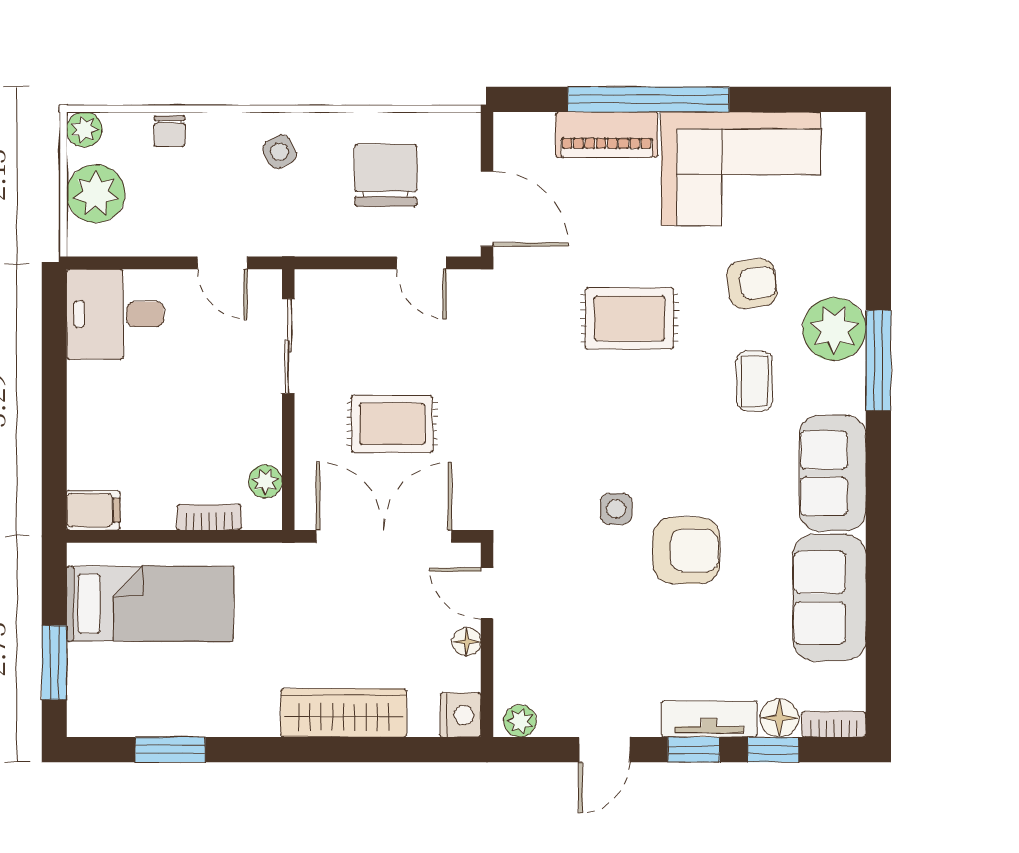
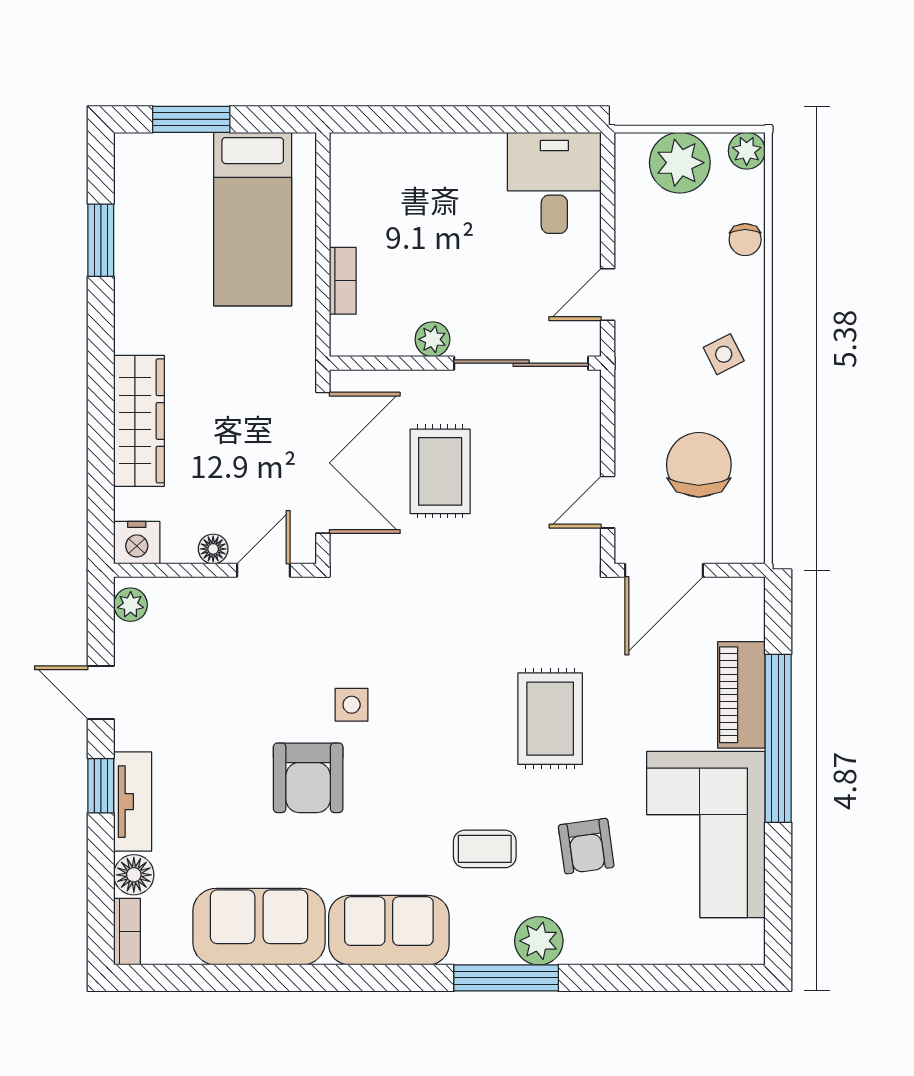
chair: (170, 131) -> (745, 240), turned -90
chair: (386, 175) -> (699, 465), turned -90
plant: (834, 329) -> (539, 941), width x0.73, depth x0.73
sliding door: (288, 346) -> (521, 363), width x1.37
plant: (265, 481) -> (432, 339), moved
filing cabinet: (93, 510) -> (350, 160), removed
window: (773, 750) -> (101, 868), removed

